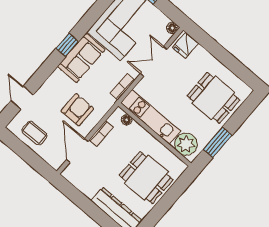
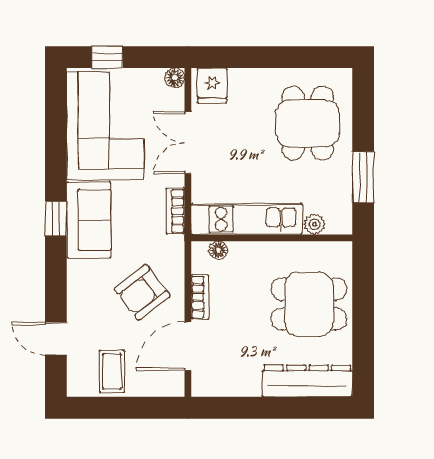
dining table: (213, 98) -> (308, 123), turned 90
armchair: (77, 110) -> (142, 292), turned -128
coffee table: (34, 133) -> (112, 371), turned 90
plant: (186, 144) -> (315, 224), width x0.53, depth x0.53
door: (77, 151) -> (188, 346), hinge flipped

